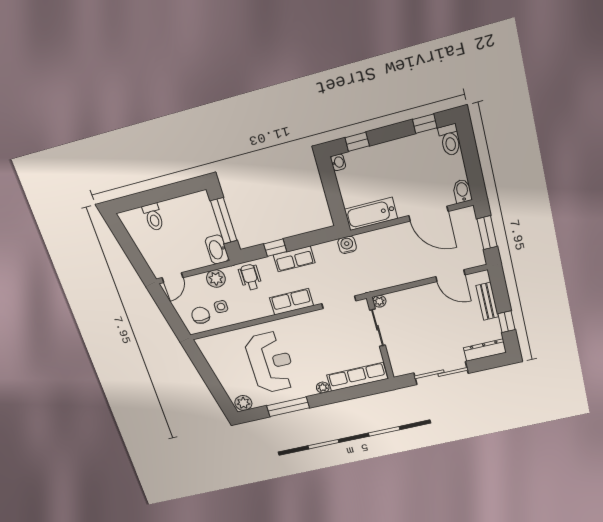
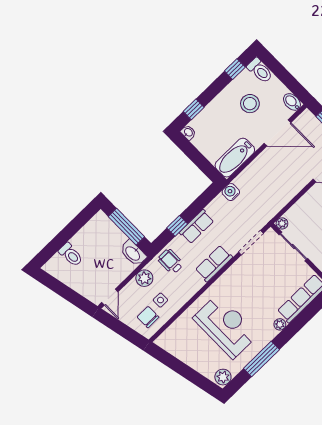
stool: (419, 168) -> (250, 104), added

